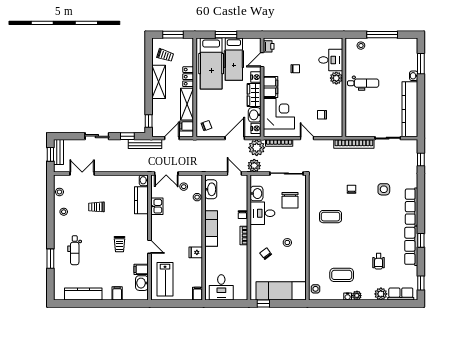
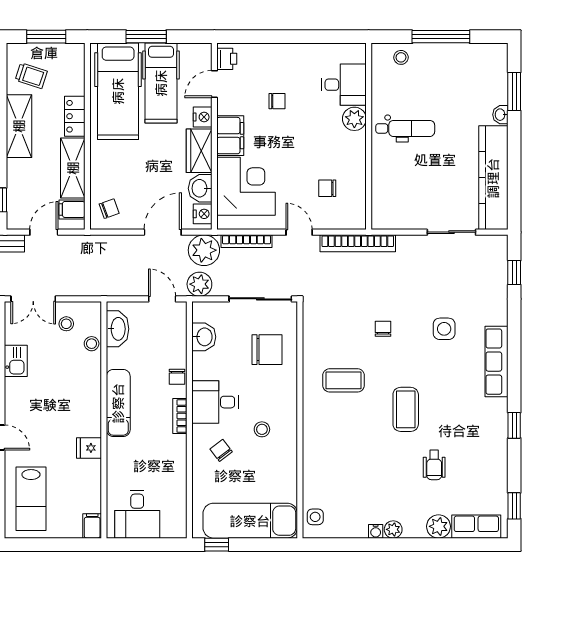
bookcase: (354, 144) -> (358, 243), moved
chair: (290, 200) -> (267, 350), turned -90
desk: (262, 213) -> (215, 402), moved
row of seats: (411, 246) -> (496, 436), removed
coffee table: (342, 275) -> (406, 409), moved, turned 90

